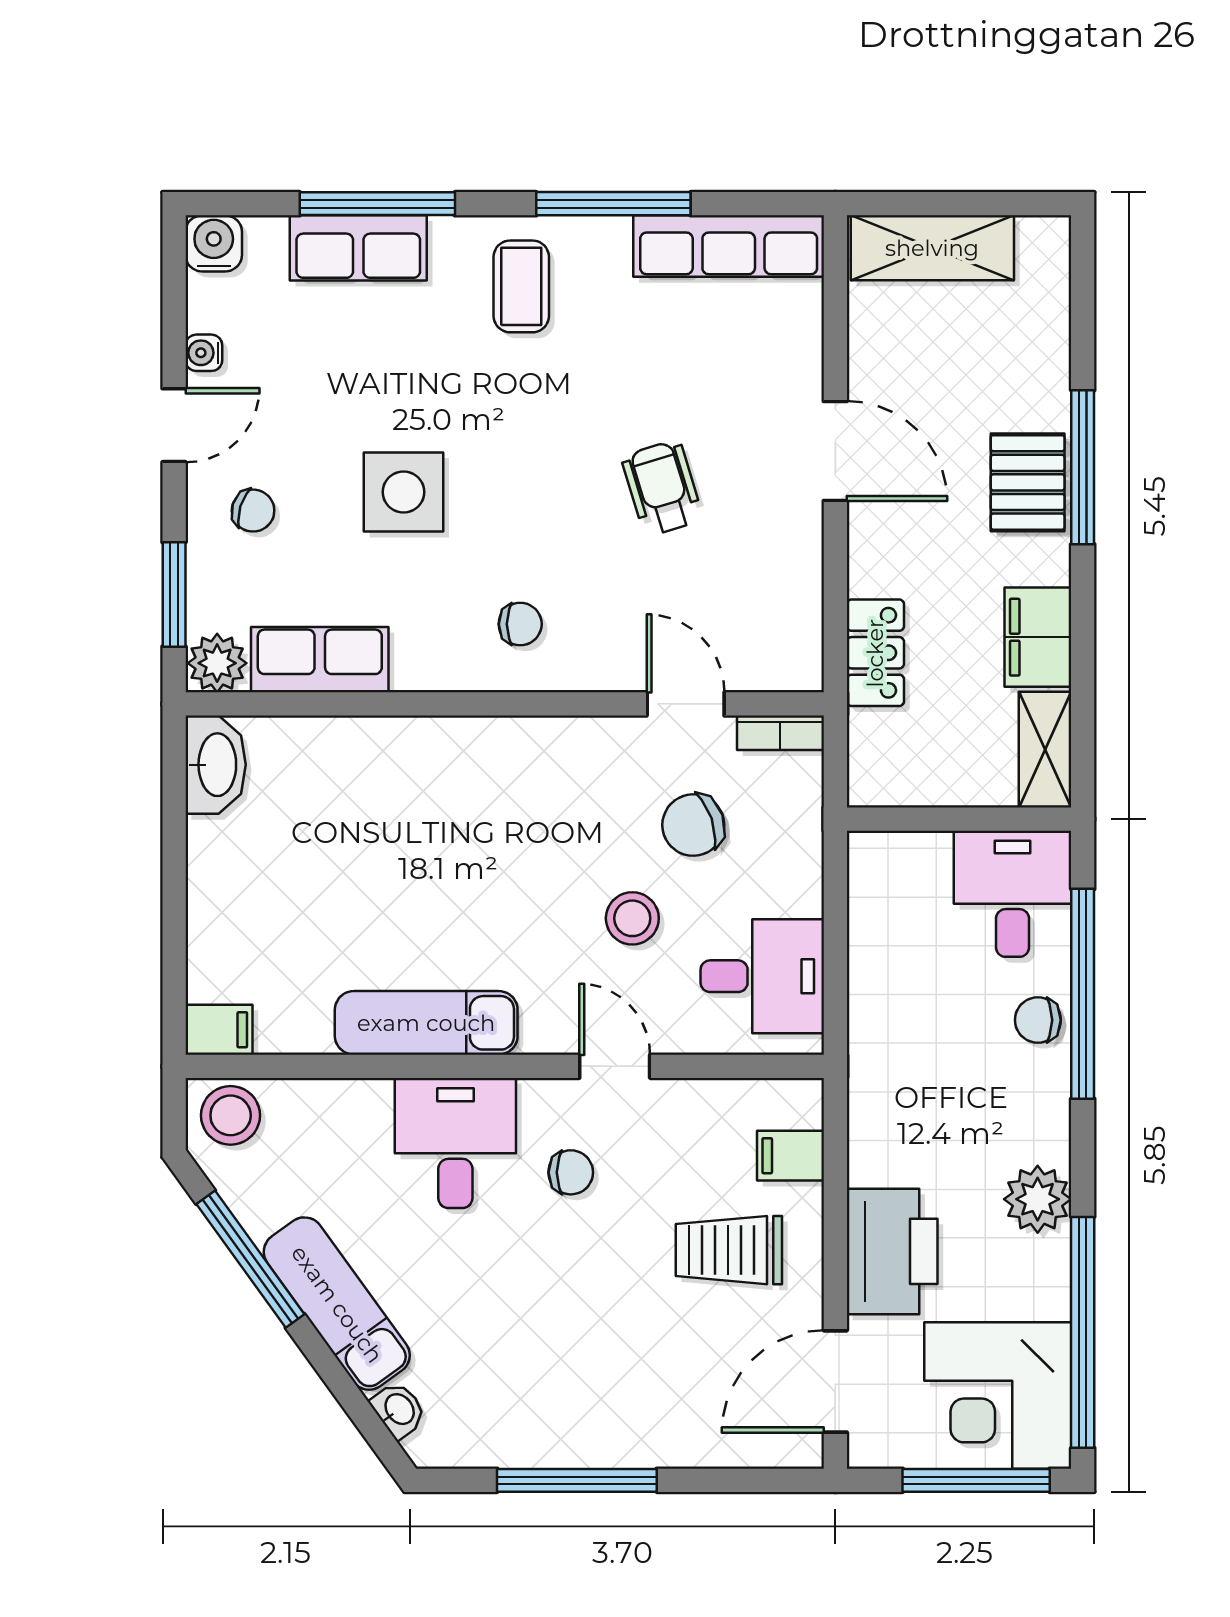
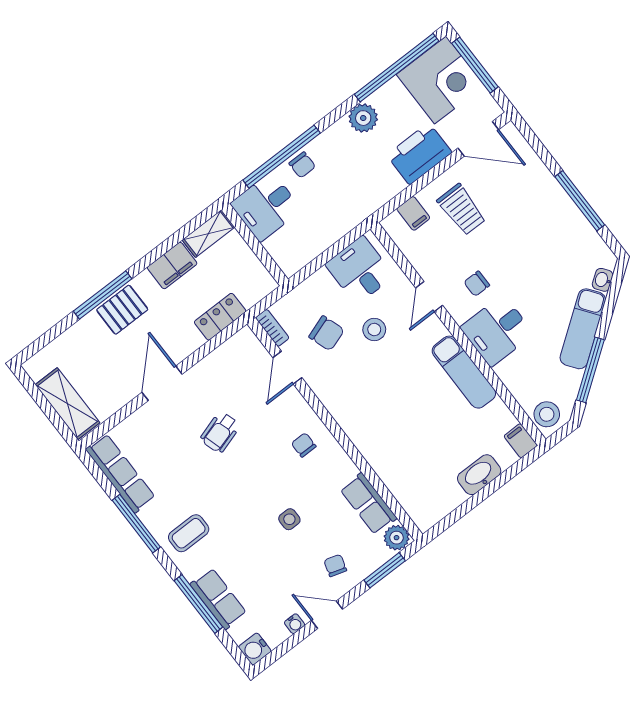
side table: (404, 492) -> (289, 519), width x0.54, depth x0.54
washbasin: (216, 765) -> (479, 475), moved
chair: (571, 1172) -> (477, 284), turned -90

